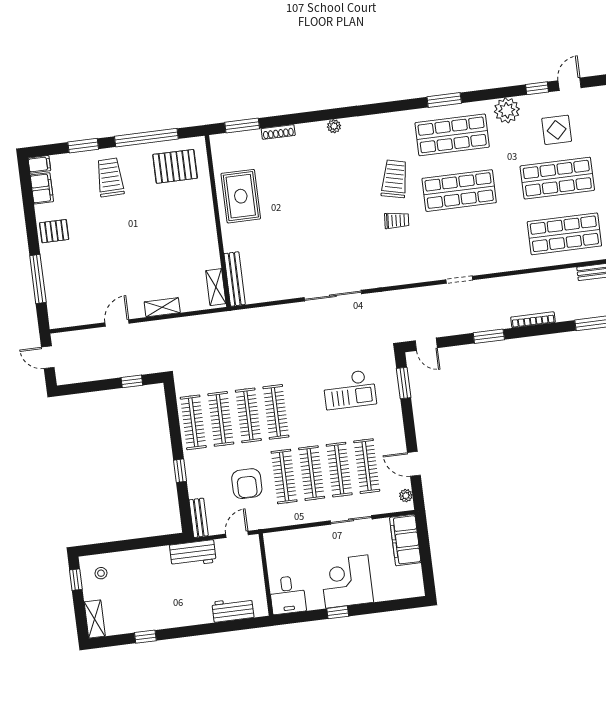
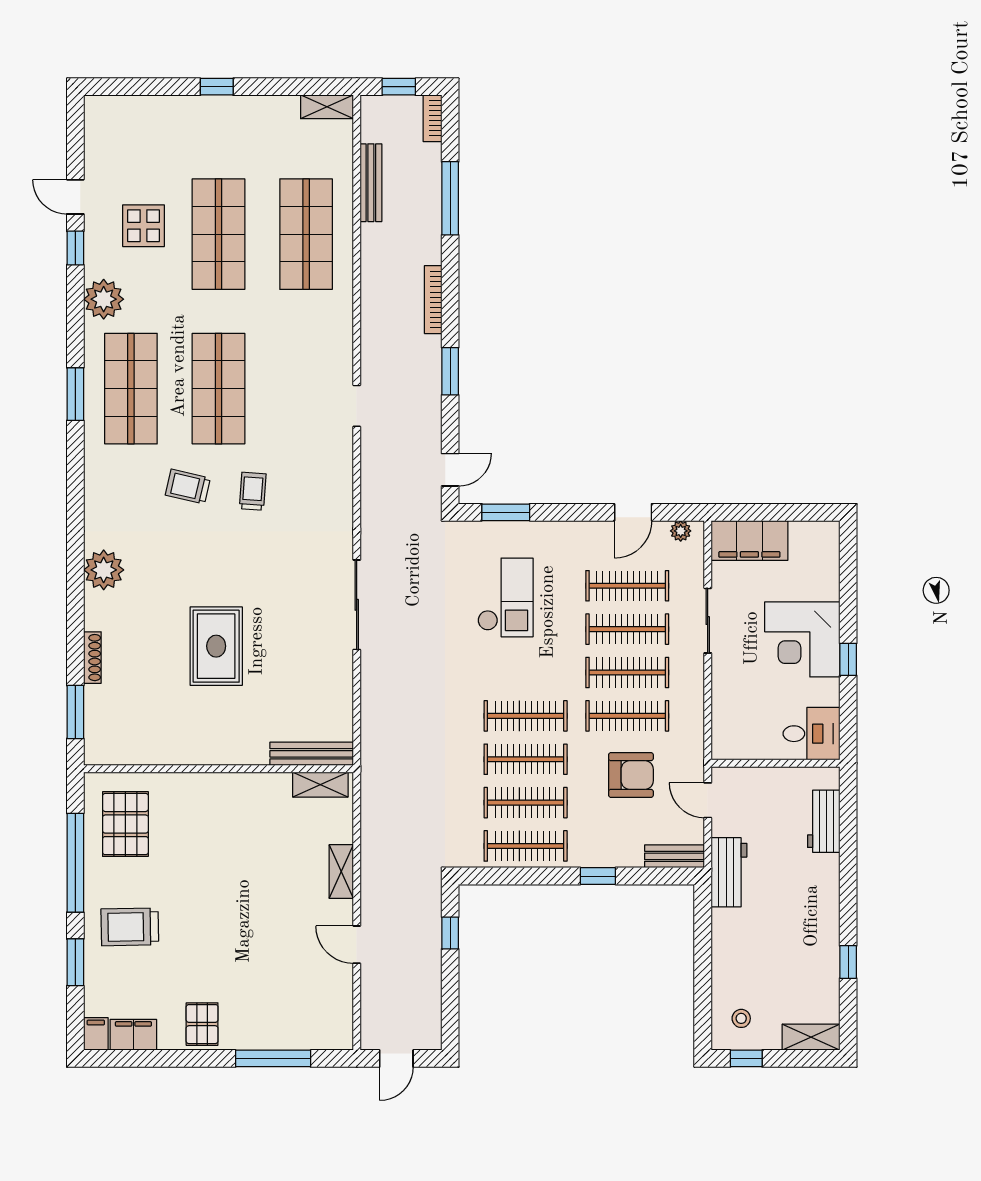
plant: (334, 126) -> (104, 570), width x1.87, depth x1.87
trolley: (394, 179) -> (188, 487), width x0.73, depth x0.72
rug: (241, 196) -> (216, 646), moved, turned 90

